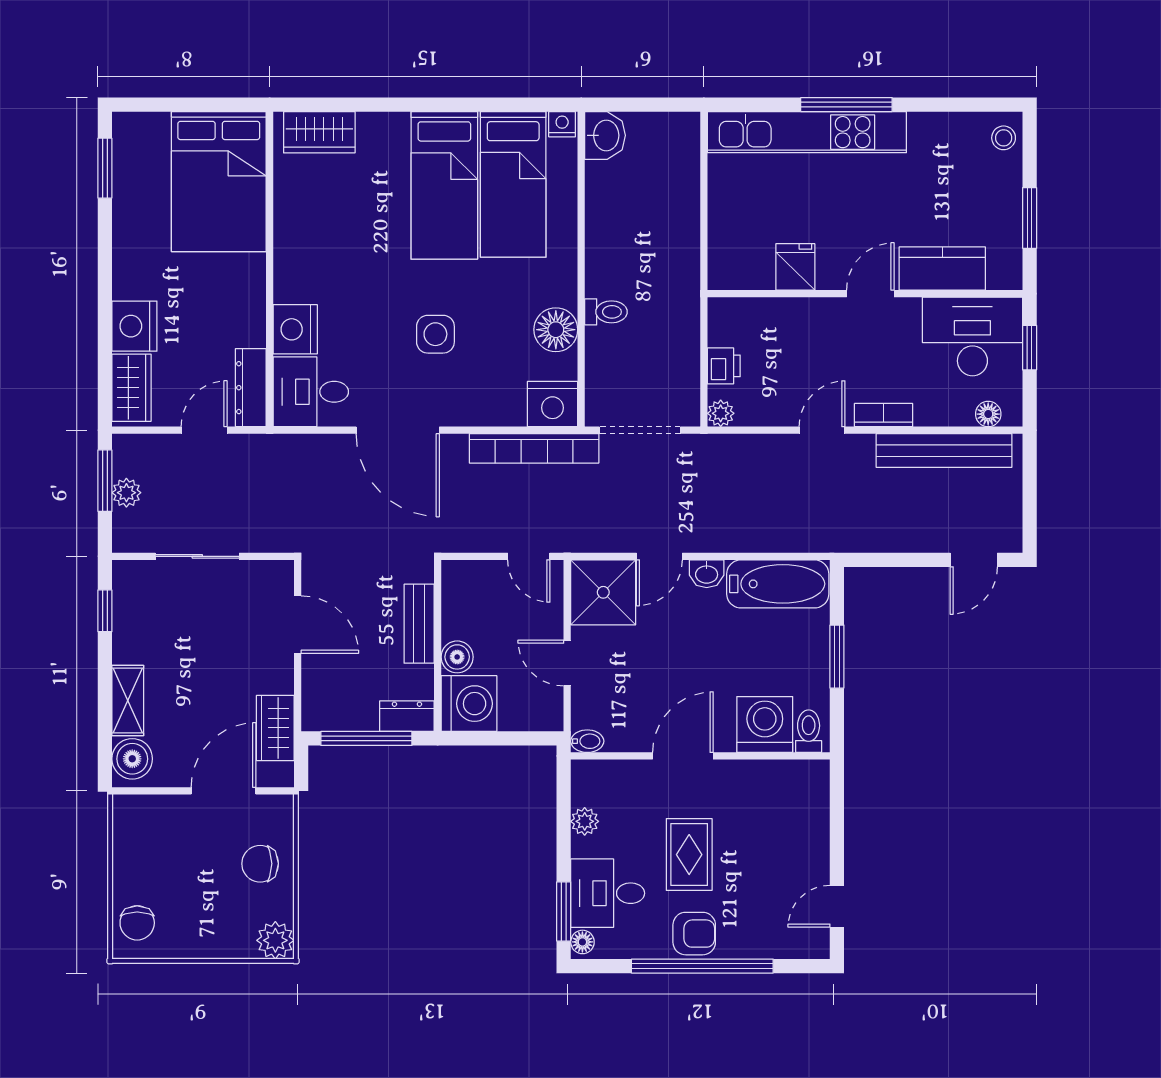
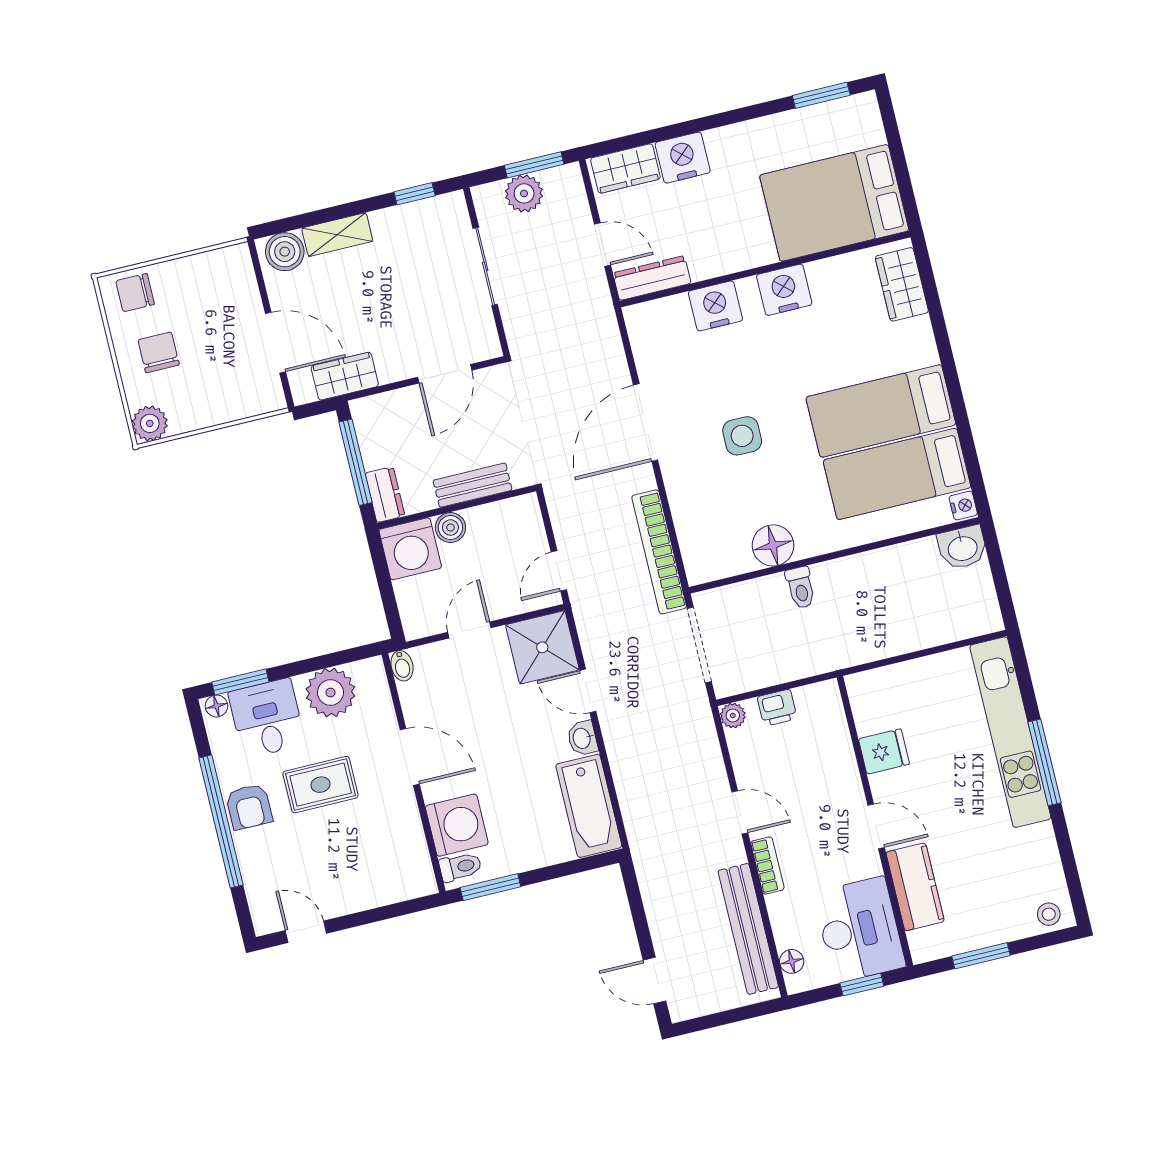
desk: (311, 392) -> (662, 334), removed
nightstand: (553, 404) -> (784, 290), moved, turned 90
plant: (126, 493) -> (524, 193), width x1.38, depth x1.38
window: (837, 657) -> (490, 887), moved
plant: (585, 821) -> (330, 693), width x1.87, depth x1.87
chair: (260, 864) -> (159, 352), moved

